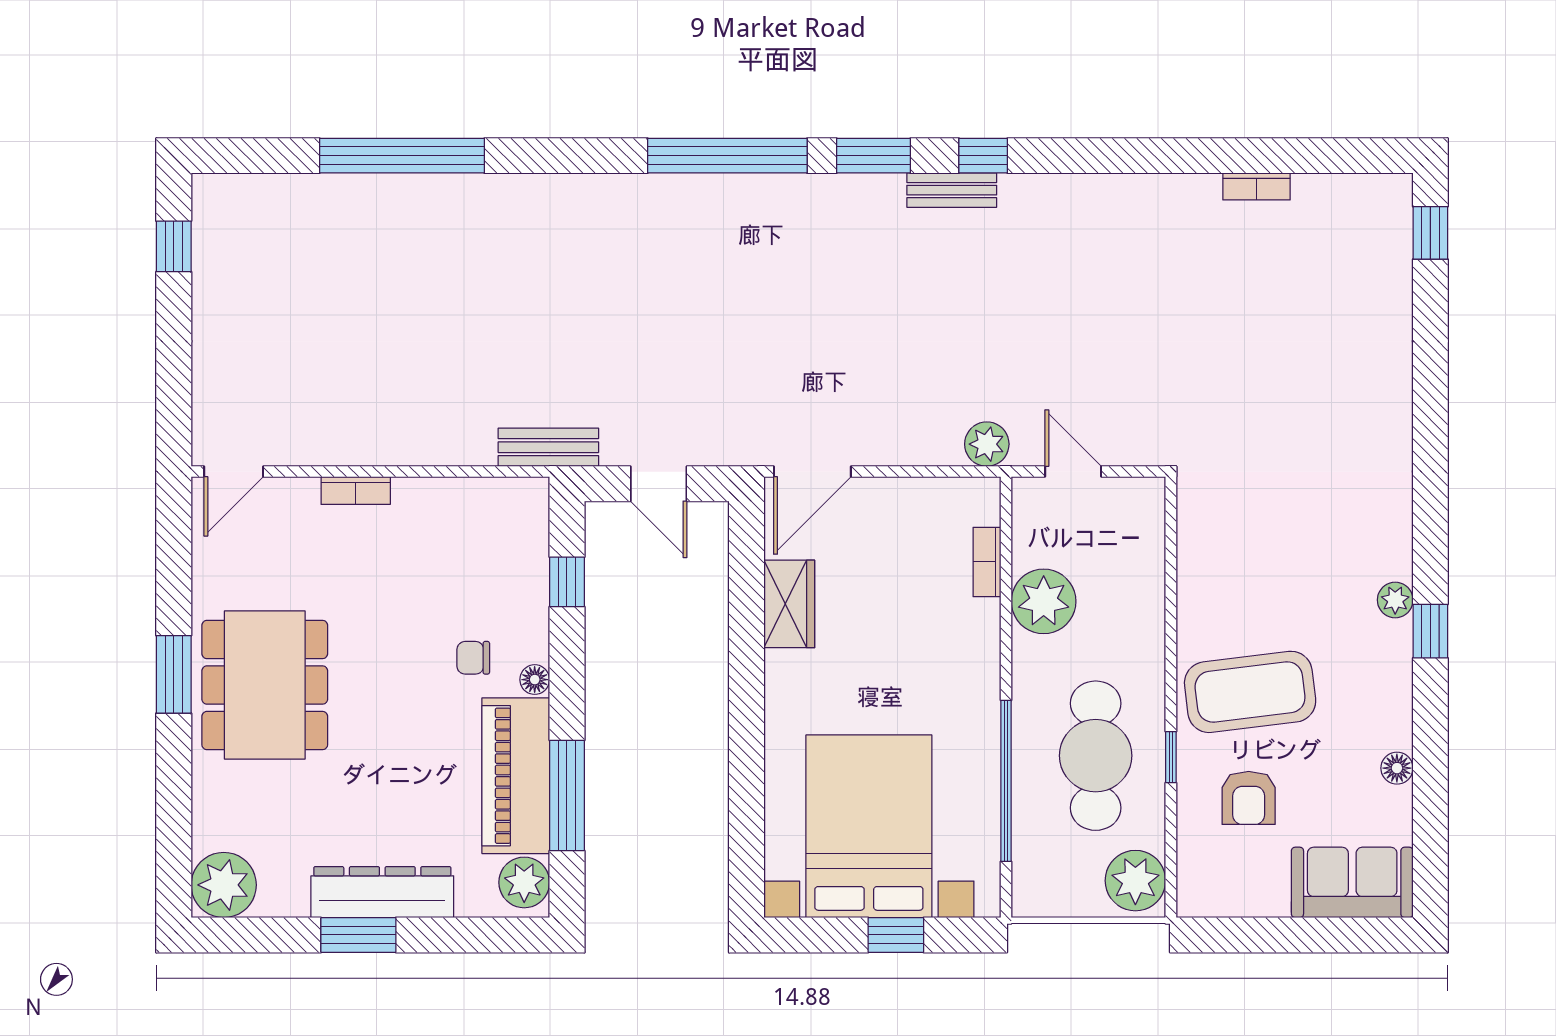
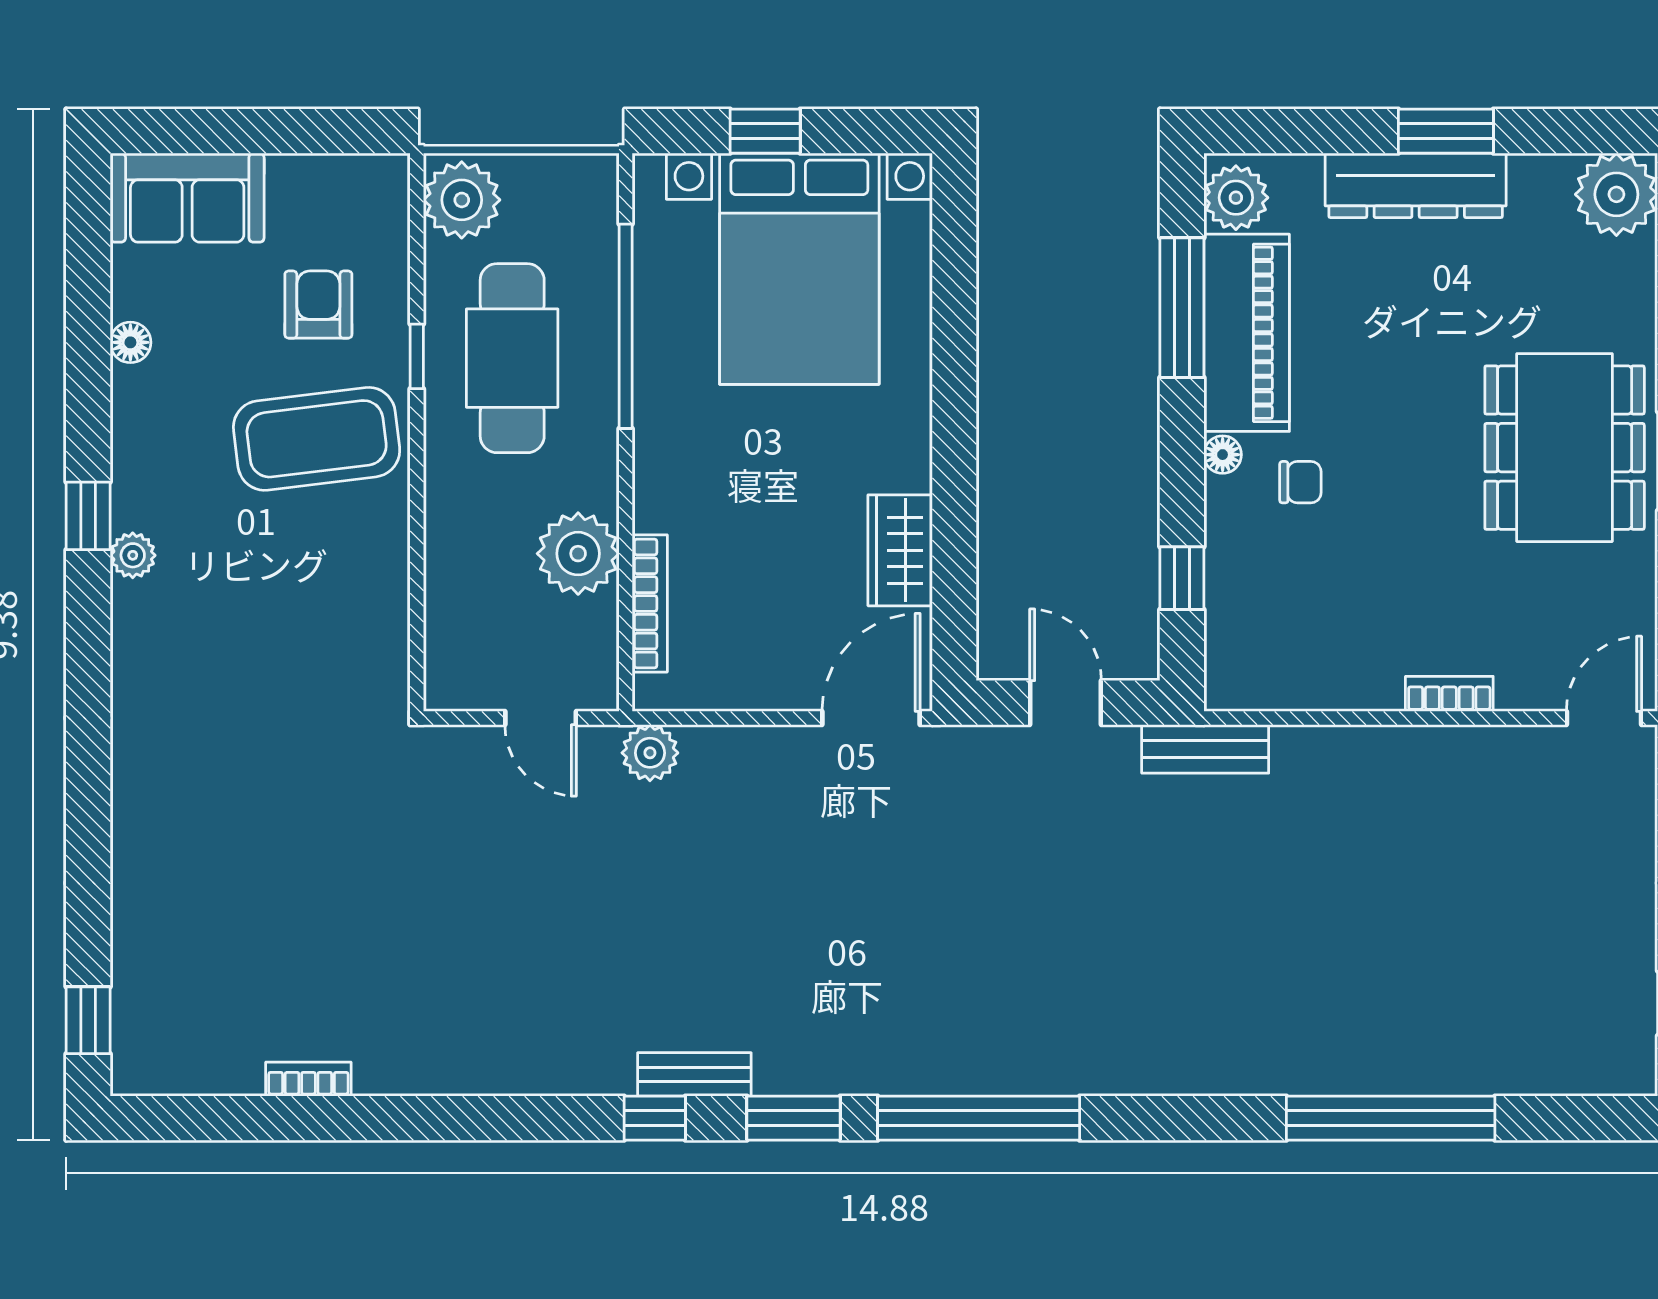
bookcase: (987, 562) -> (650, 603), width x1.56

